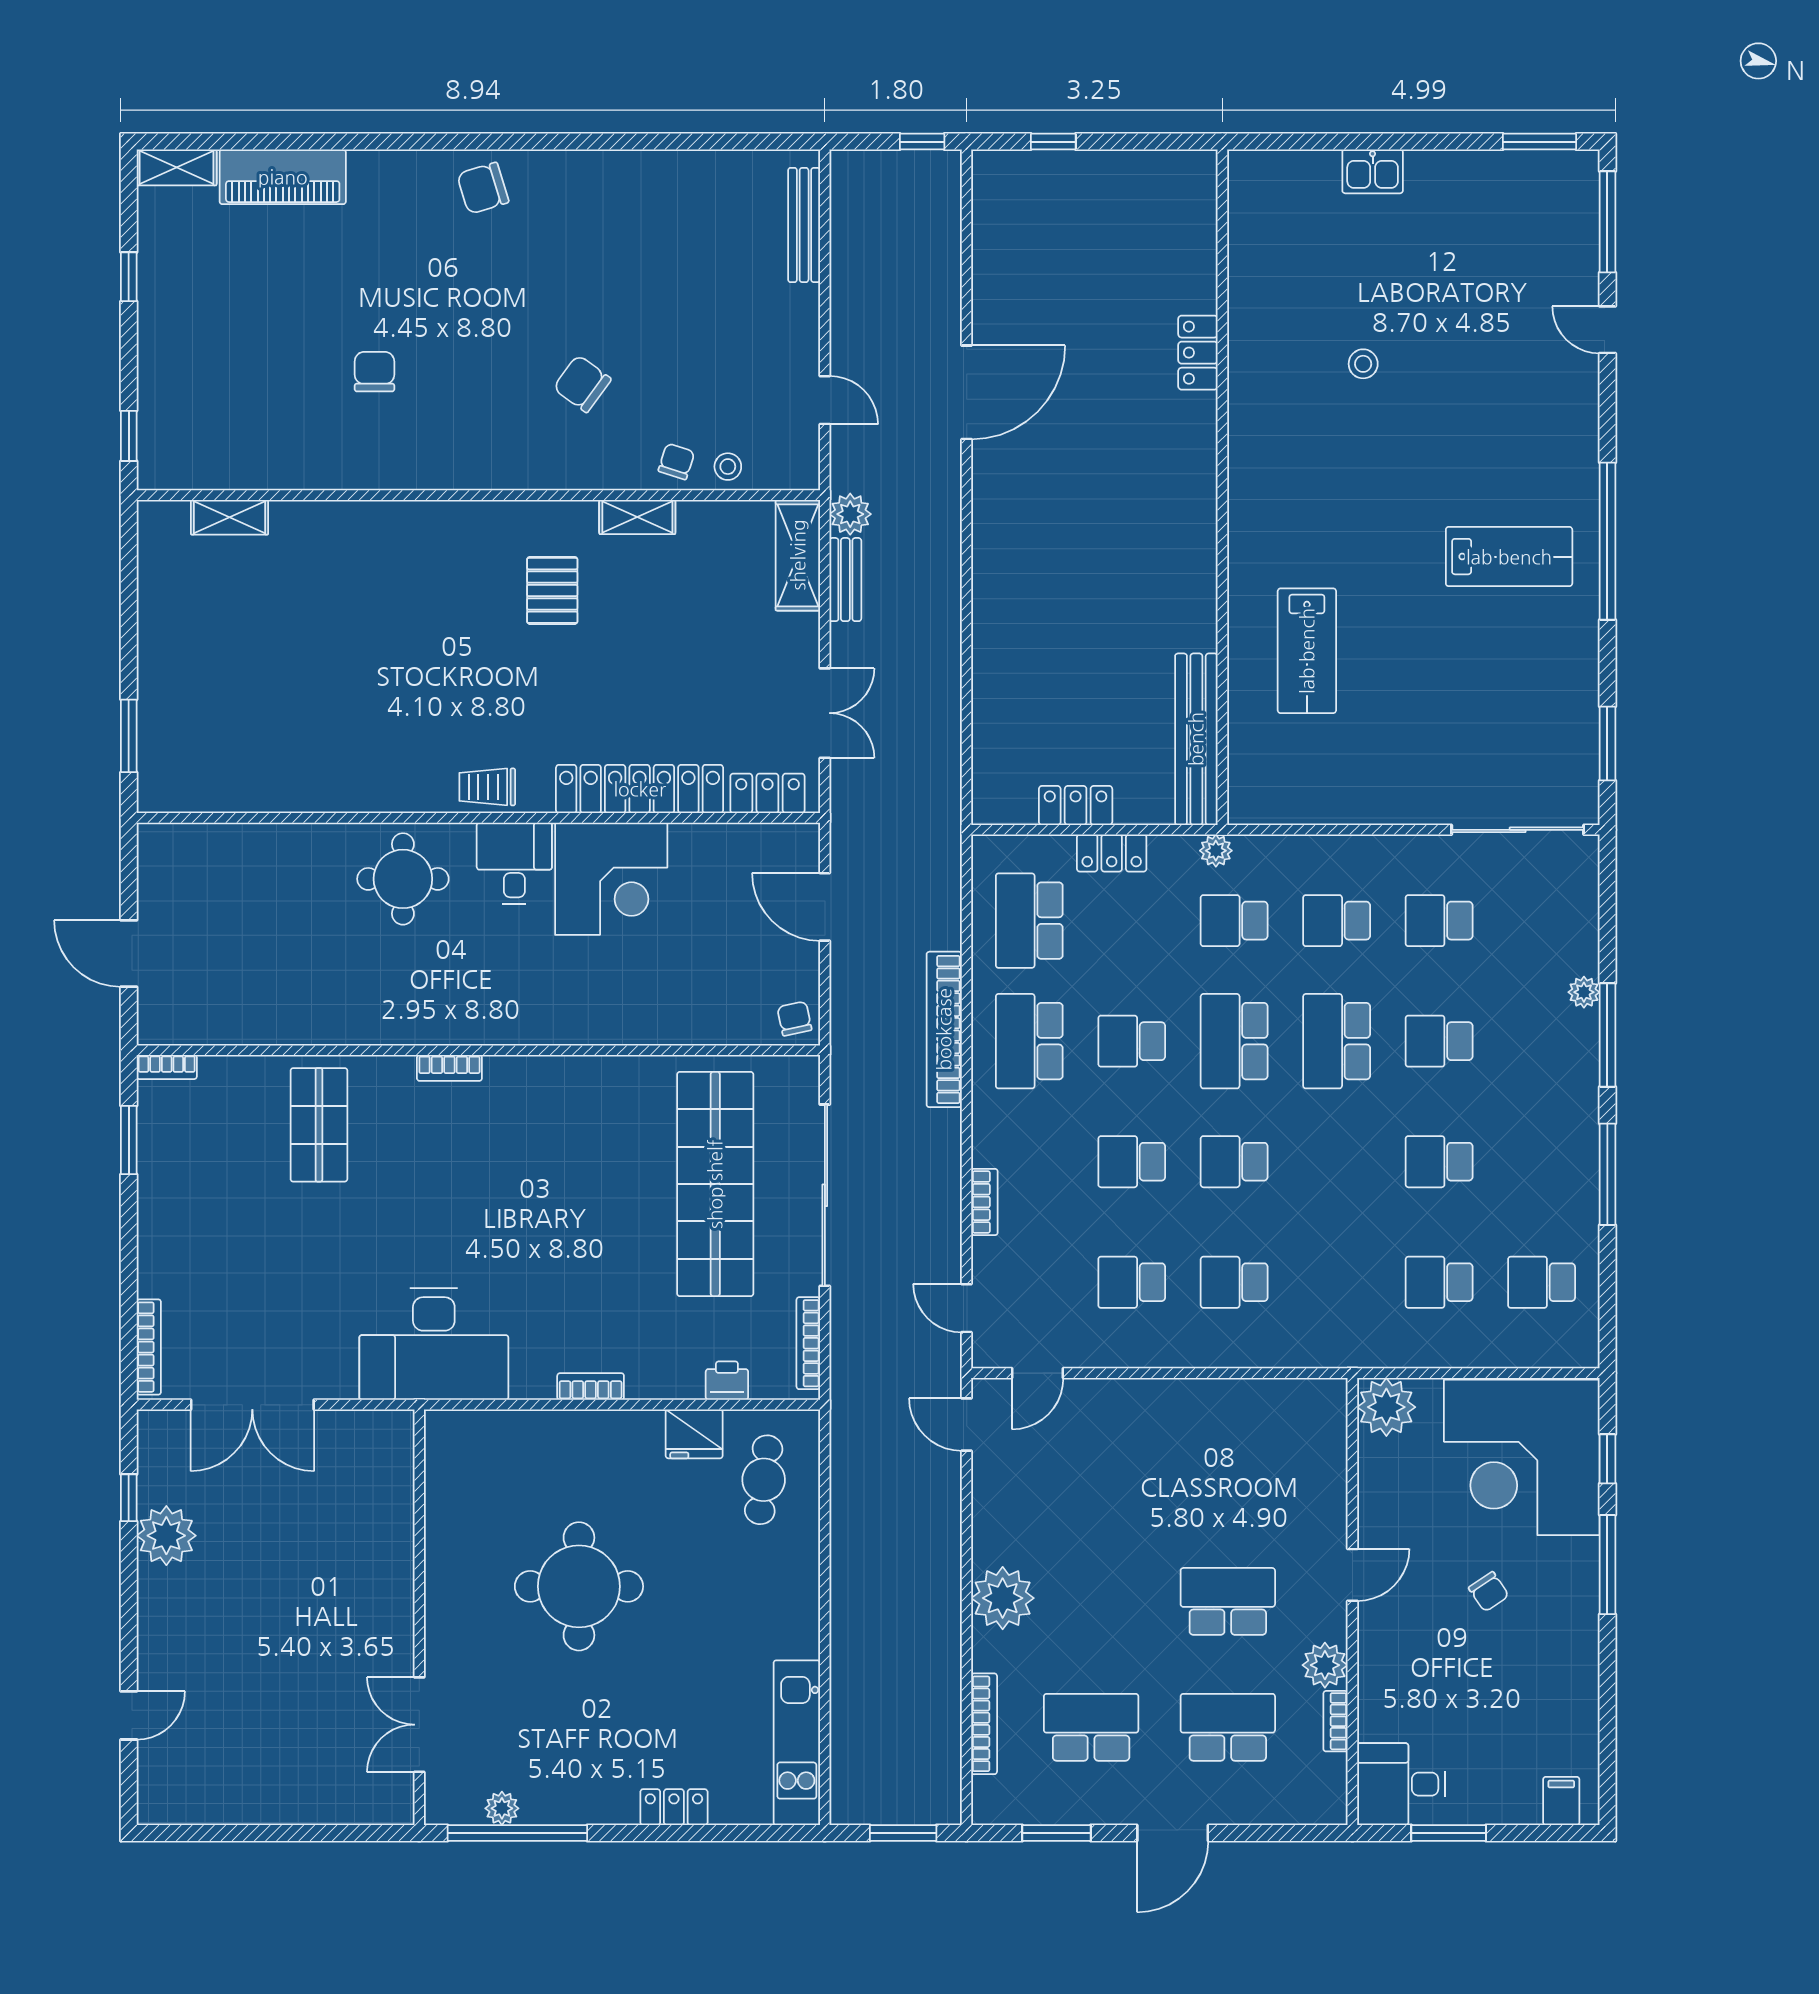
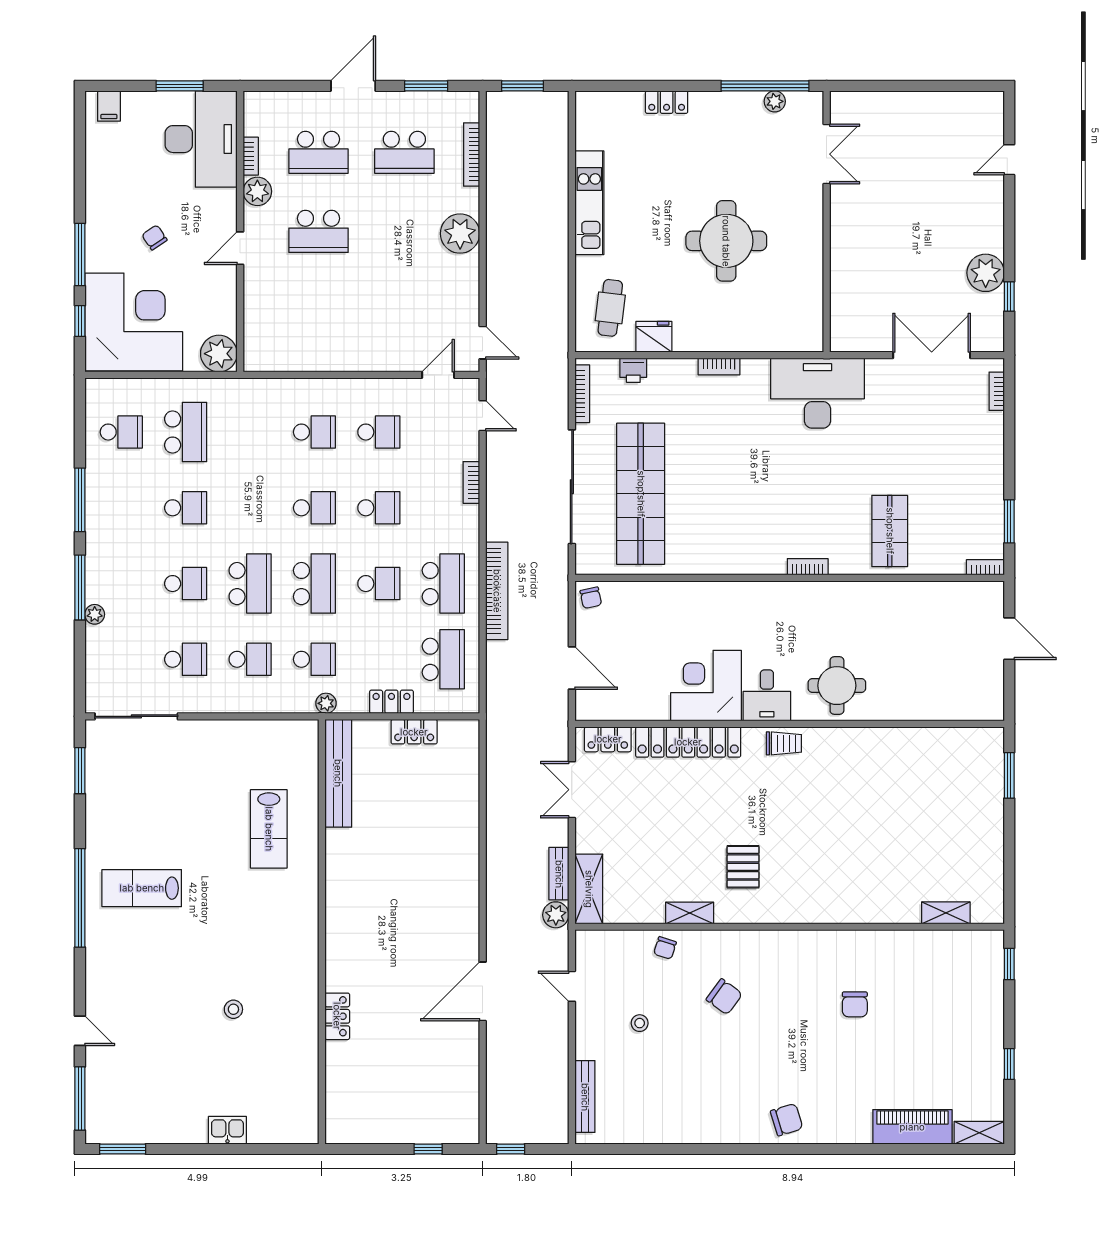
stool: (728, 467) -> (640, 1023), moved
lab bench: (1307, 651) -> (269, 829), turned 180
school desk: (1439, 1282) -> (186, 432), width x1.85
bookcase: (149, 1347) -> (997, 391), width x0.64
kitchen unit: (797, 1743) -> (589, 203), moved
desk: (1401, 1784) -> (201, 139), width x1.87, depth x1.30

